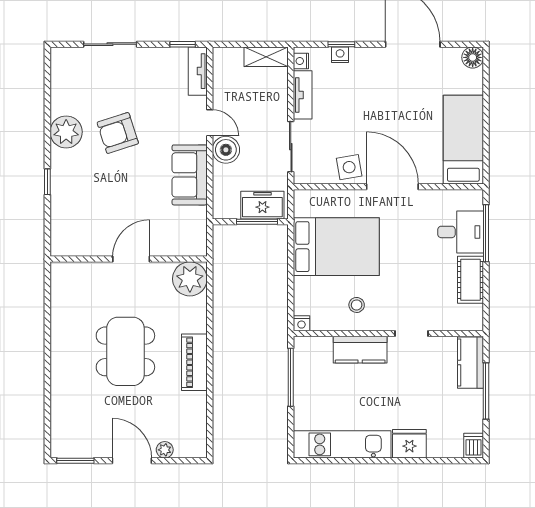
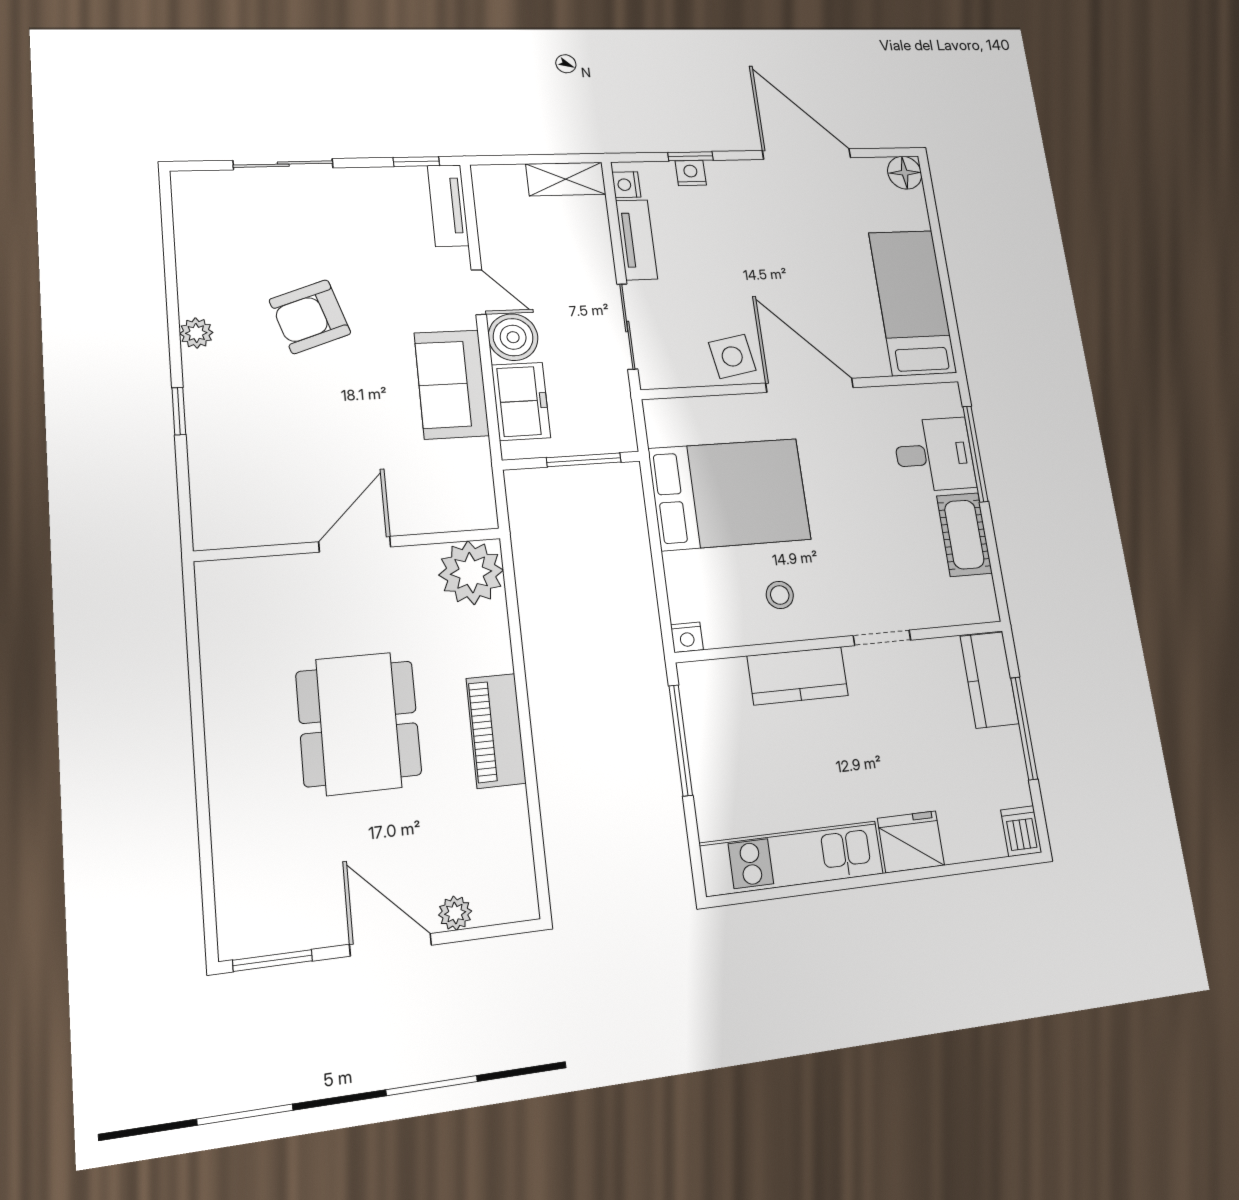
plant: (66, 132) -> (196, 333), width x0.53, depth x0.53
freezer: (262, 205) -> (521, 401), moved, turned 90

